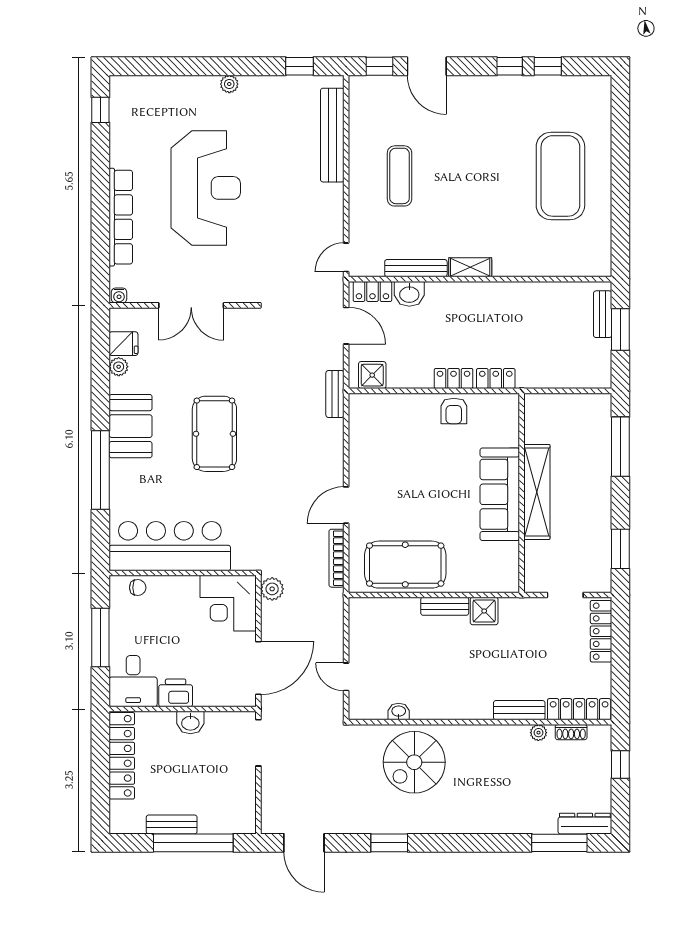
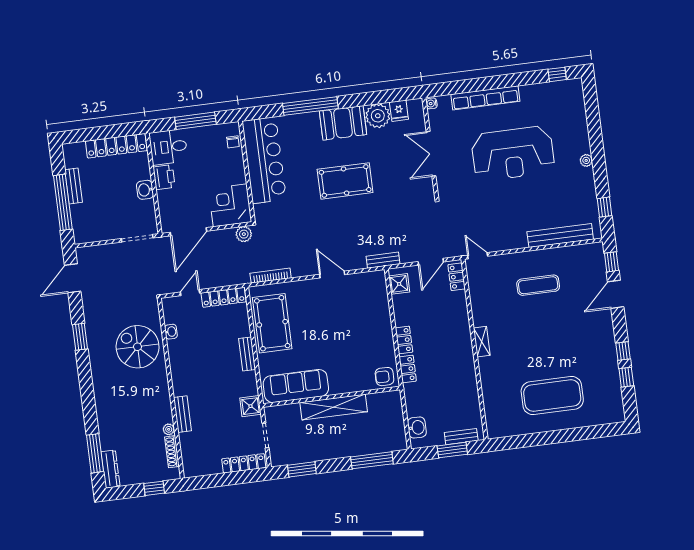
bench: (416, 268) -> (476, 305), removed
washbasin: (409, 294) -> (417, 428), moved, turned 180
plant: (119, 367) -> (378, 116), width x1.88, depth x1.88
armchair: (454, 411) -> (384, 377), moved
sofa: (500, 494) -> (296, 386), moved
door: (346, 505) -> (332, 274), moved
shower: (484, 611) -> (250, 406), moved
door: (258, 668) -> (188, 232), hinge flipped
locker: (579, 709) -> (224, 297), moved, turned 90
shoe rack: (571, 732) -> (172, 452), width x1.43

